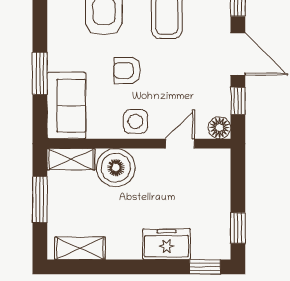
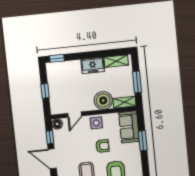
window: (238, 228) -> (45, 91), moved
freezer: (167, 244) -> (93, 65), moved

